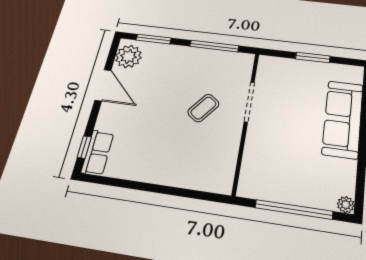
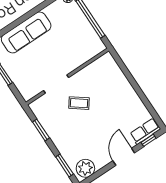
window: (214, 46) -> (41, 130), width x0.69
door: (103, 85) -> (124, 157), moved

